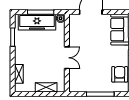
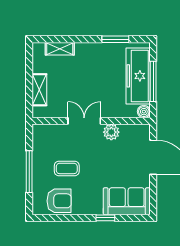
plant: (74, 40) -> (111, 132), added
double door: (67, 58) -> (84, 121), swing flipped
coffee table: (98, 69) -> (67, 168), added

